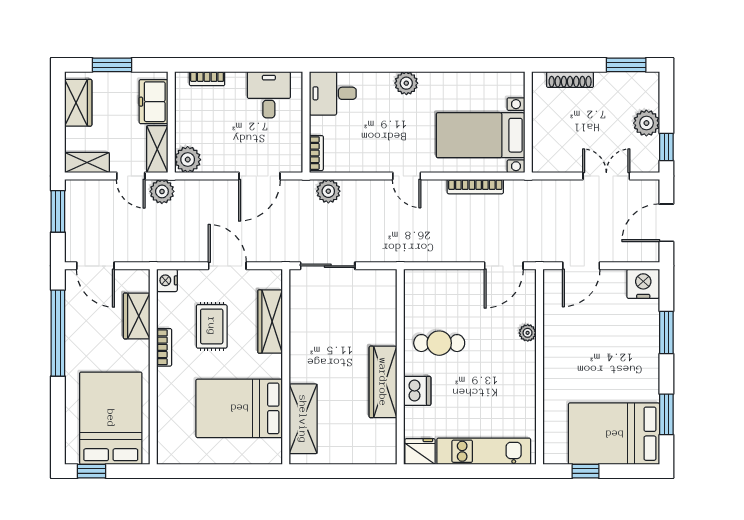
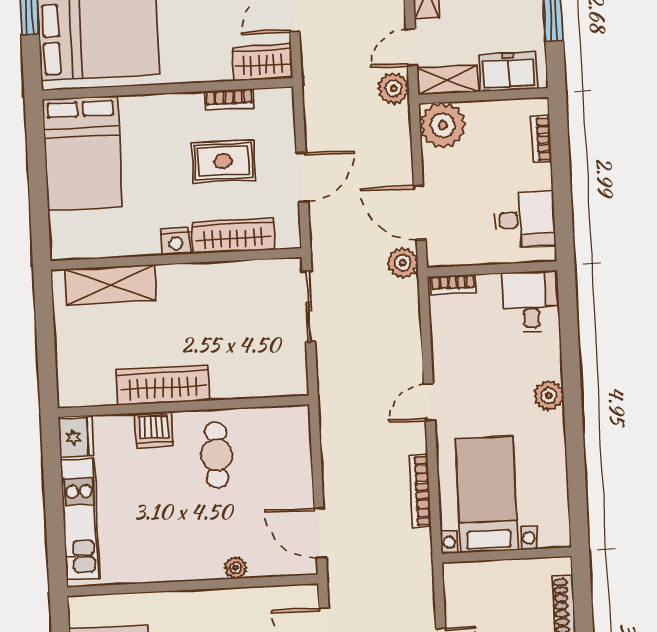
plant: (188, 160) -> (443, 125), width x1.36, depth x1.36
plant: (328, 191) -> (403, 263), moved
nightstand: (167, 280) -> (176, 241), moved, turned 180
wardrobe: (137, 316) -> (262, 62), moved
bookcase: (164, 347) -> (229, 100), moved
bed: (239, 408) -> (82, 153), moved, turned 180

